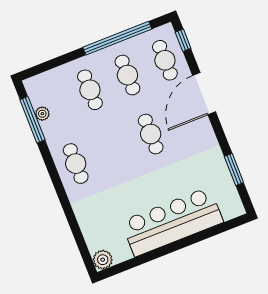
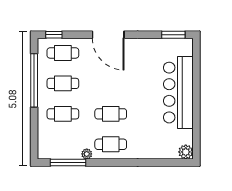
door: (204, 94) -> (108, 35), moved
plant: (42, 114) -> (87, 154), moved
cafe table: (151, 134) -> (111, 114), moved
window: (234, 169) -> (173, 35), moved

